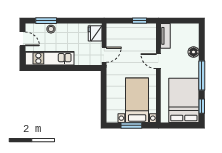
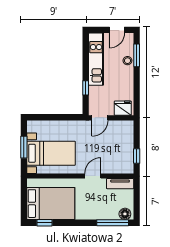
floor lamp: (194, 52) -> (125, 214), moved
door: (104, 55) -> (100, 118), hinge flipped
window: (76, 68) -> (86, 88), added
window: (202, 76) -> (113, 223), moved

